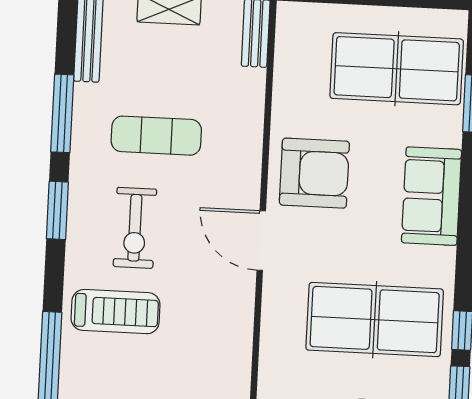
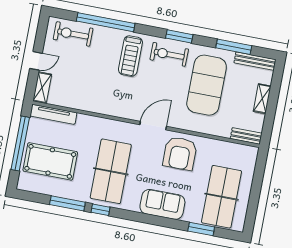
window: (62, 113) -> (234, 47), moved
exercise mat: (156, 136) -> (207, 85), width x2.00, depth x1.45
exercise bike: (135, 228) -> (169, 54), moved

